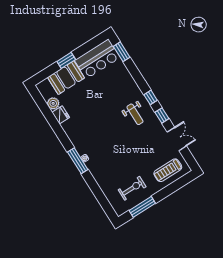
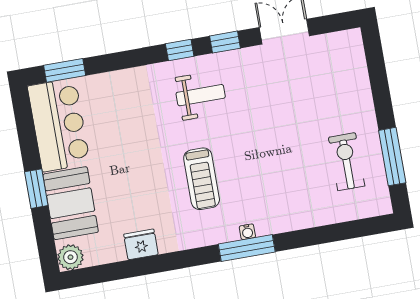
plant: (53, 103) -> (70, 257), moved
treadmill: (168, 170) -> (202, 179), moved

